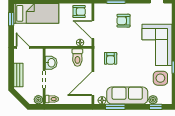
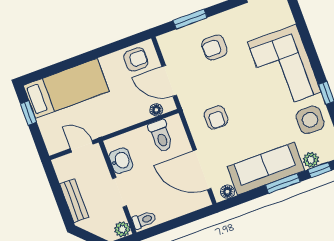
door: (23, 47) -> (82, 146), moved
door: (93, 84) -> (202, 170), hinge flipped
window: (115, 107) -> (283, 183), moved

